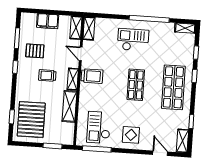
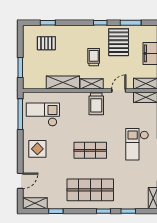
checkout: (133, 40) -> (137, 144), turned 180
pallet: (35, 51) -> (119, 42), width x1.50, depth x1.42
pallet: (31, 120) -> (46, 43), width x0.49, depth x0.50

